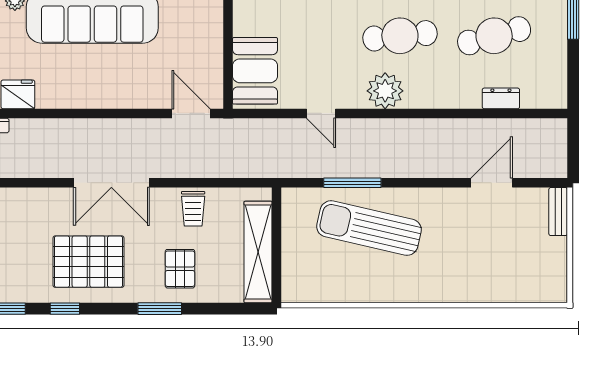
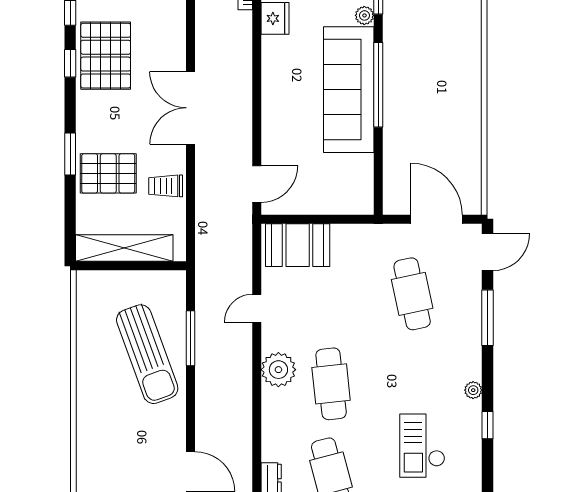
sun lounger: (369, 228) -> (147, 354), turned 147
pallet: (88, 262) -> (106, 56), moved
pallet: (180, 269) -> (108, 173), width x1.50, depth x1.42

